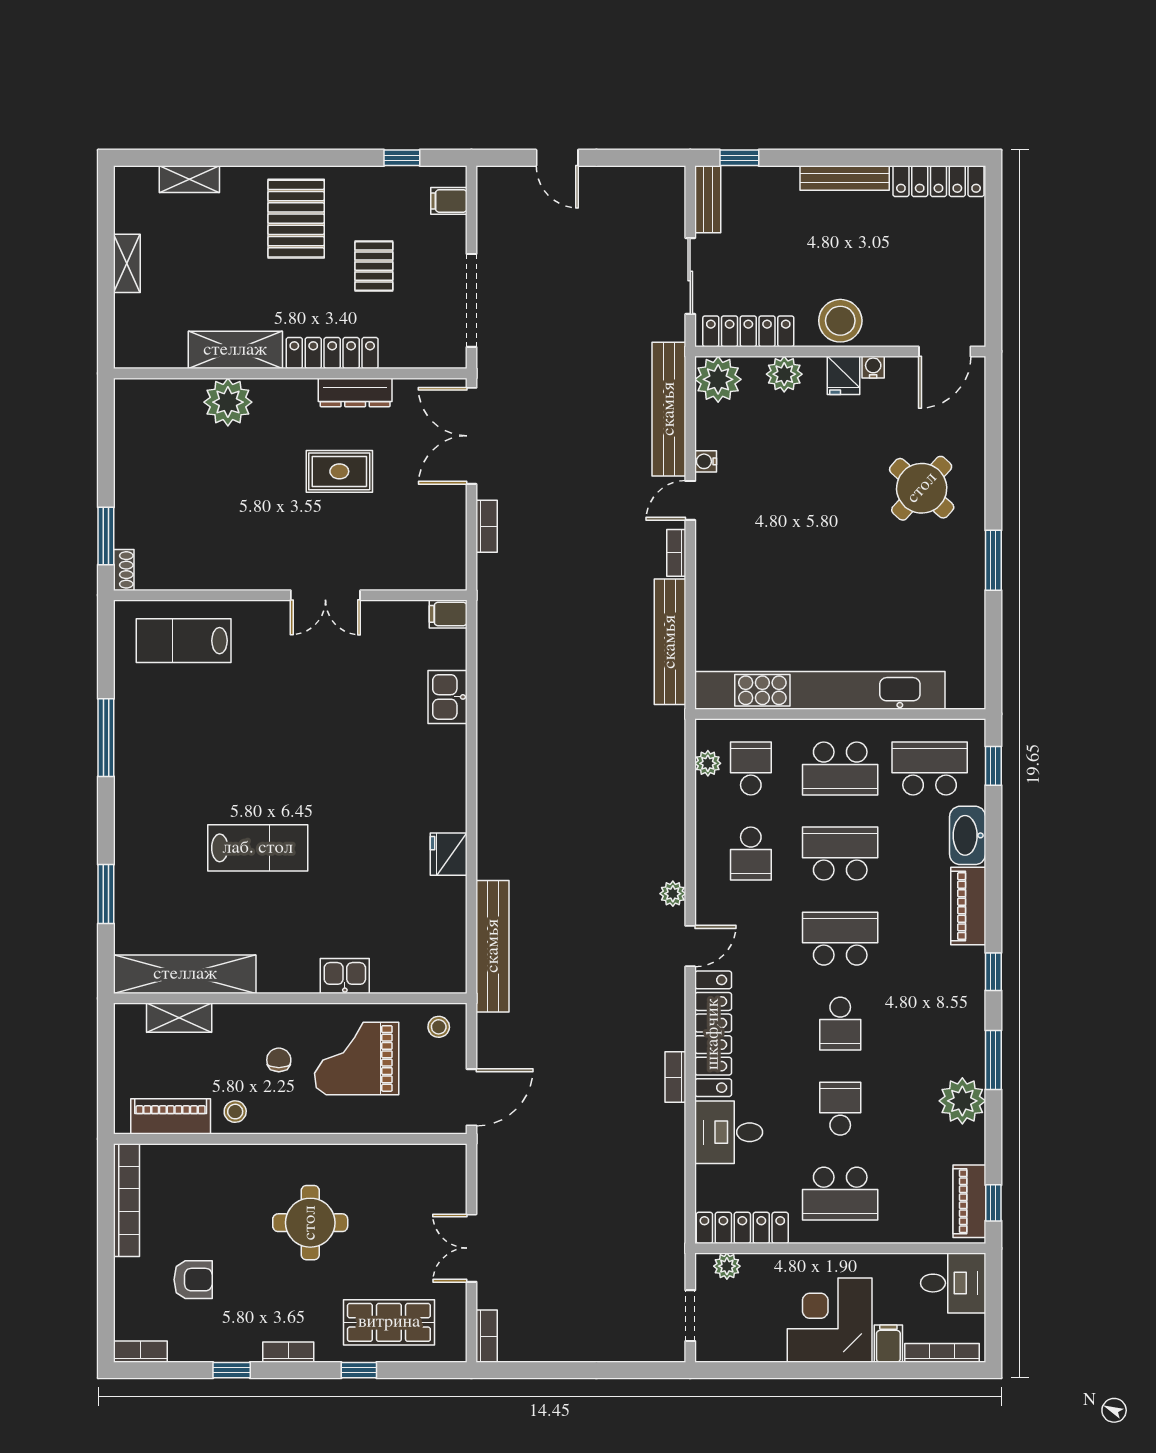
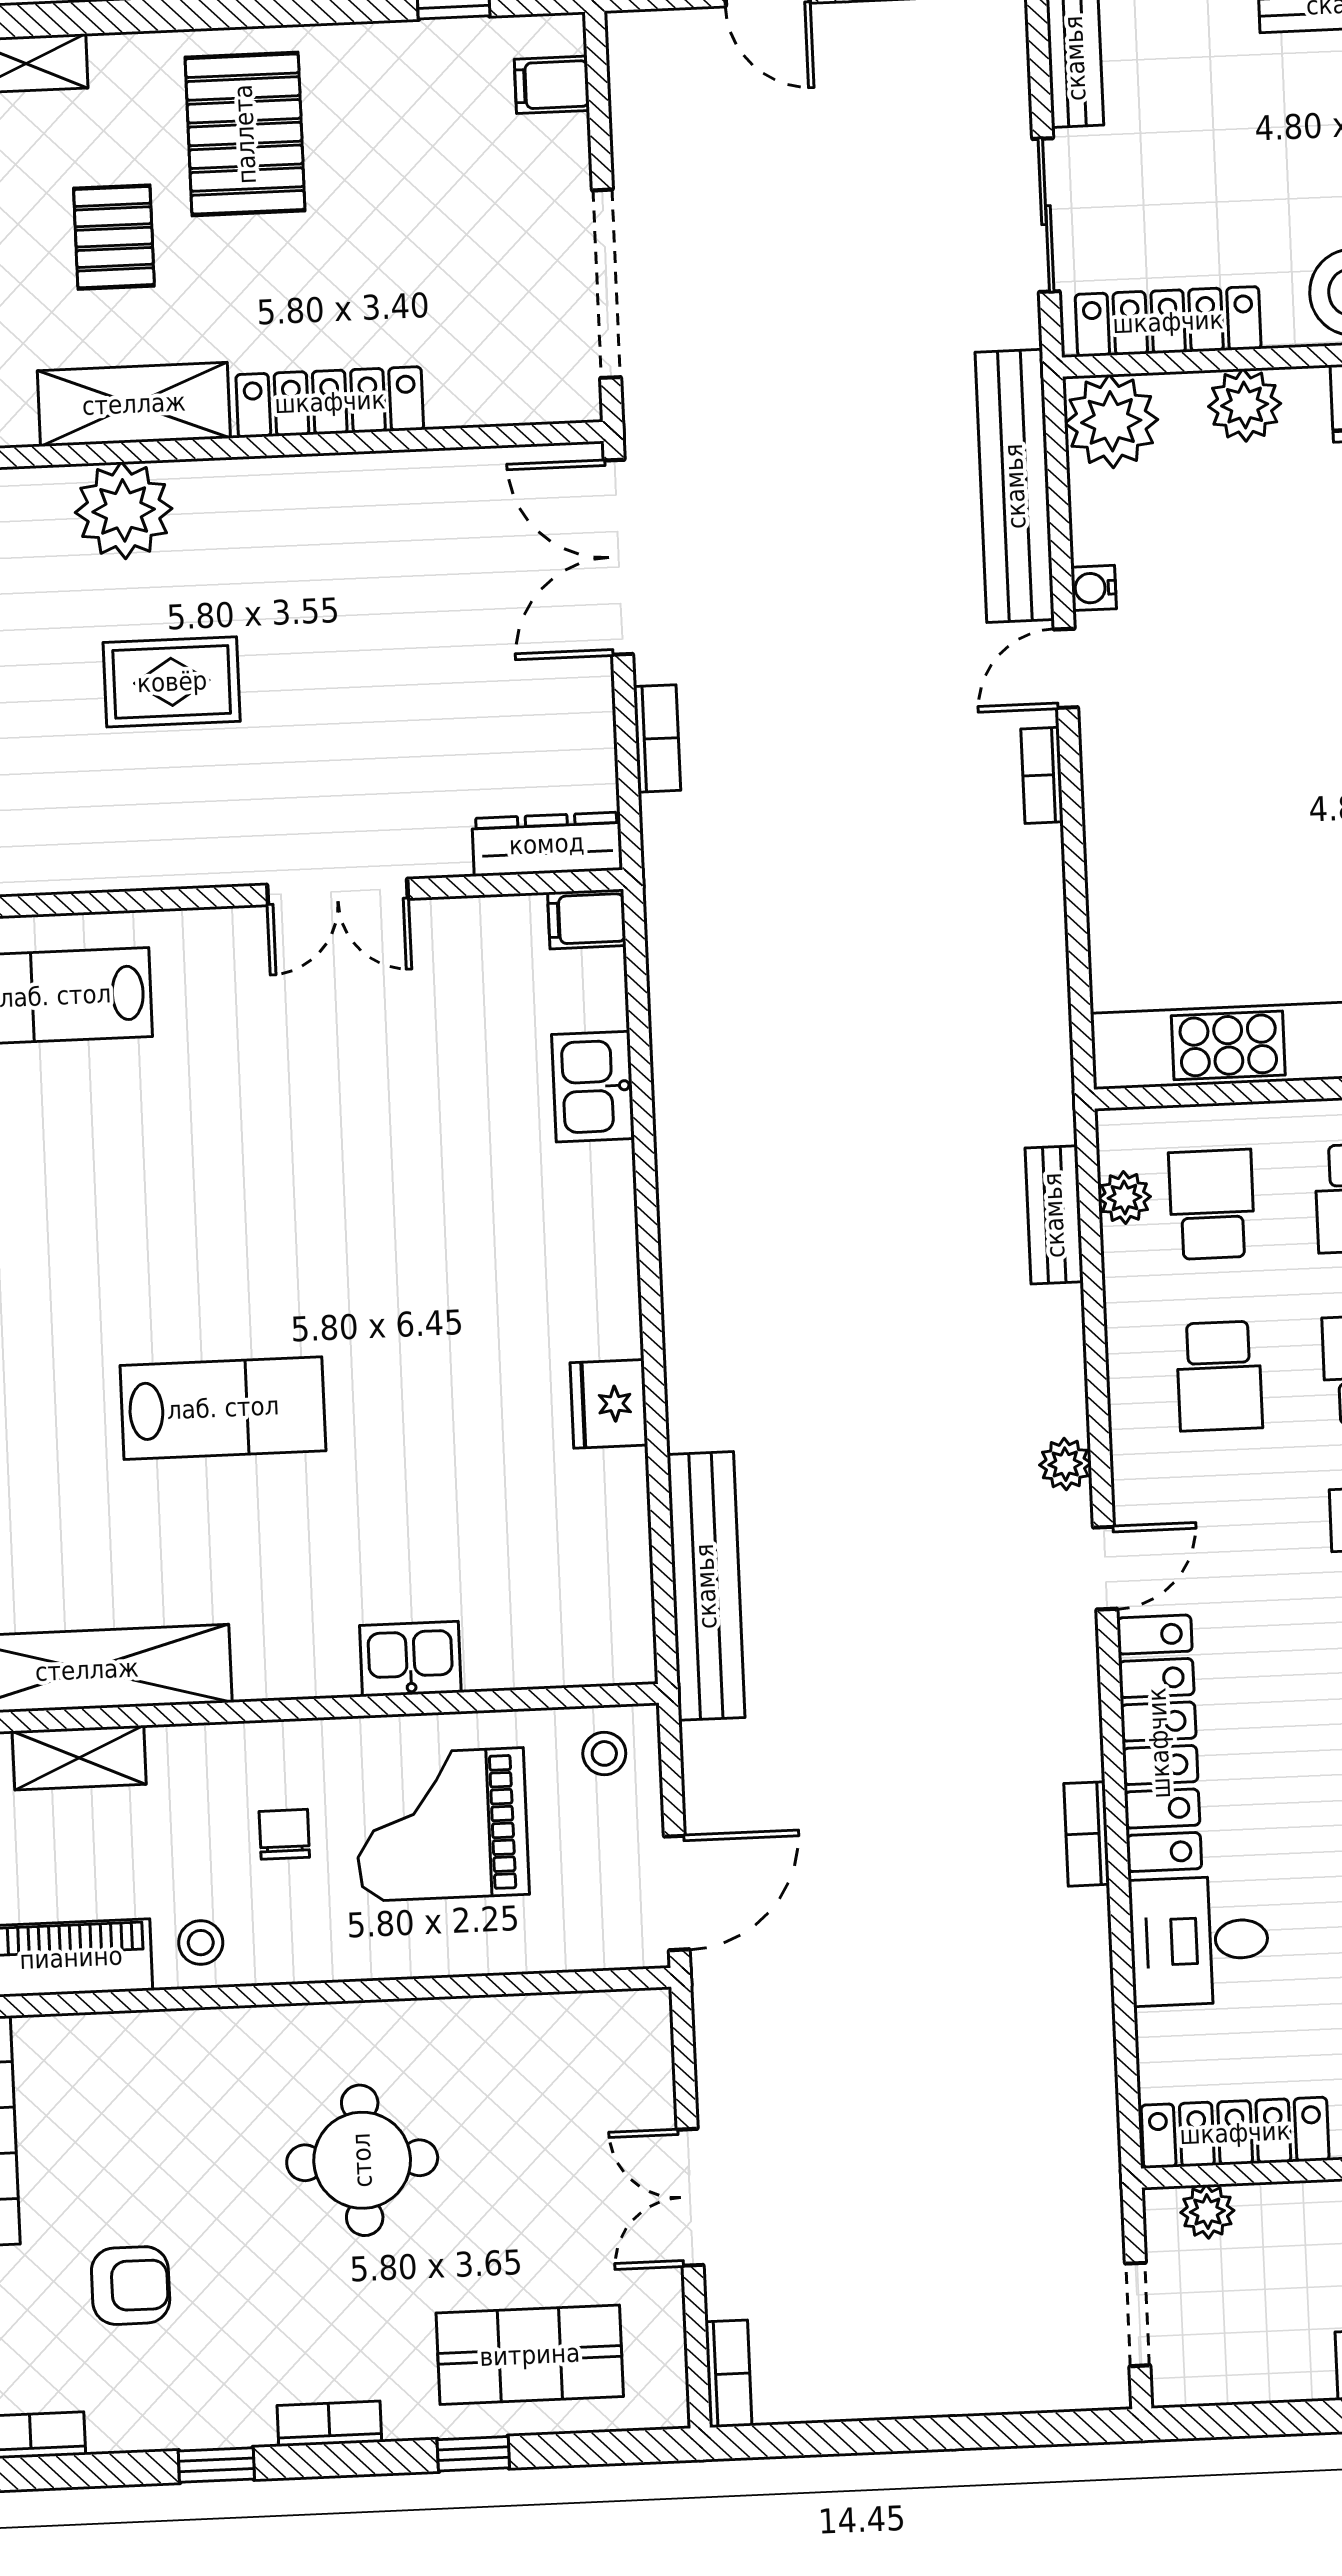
pallet: (374, 266) -> (114, 237), moved
dresser: (355, 392) -> (547, 844), moved, turned 180
rug: (339, 471) -> (172, 682), moved
bench: (670, 642) -> (1054, 1215), moved, width x0.54, depth x0.82

